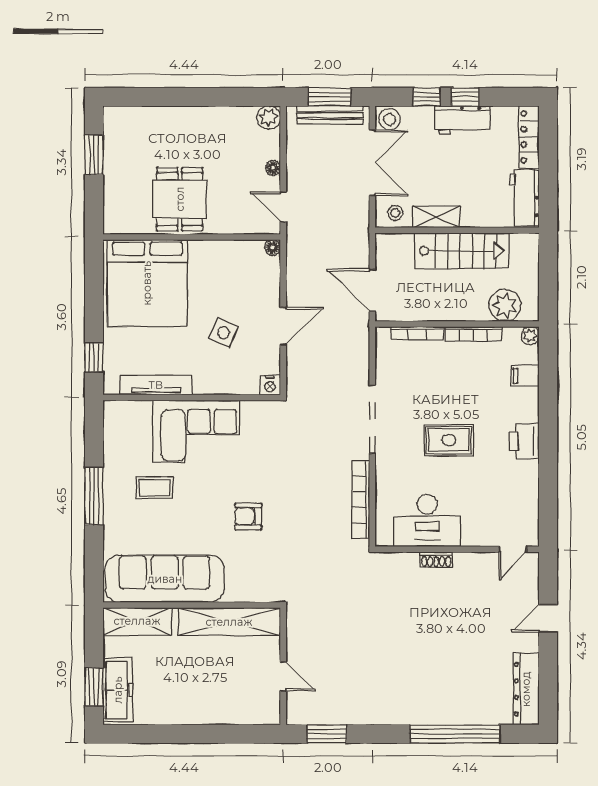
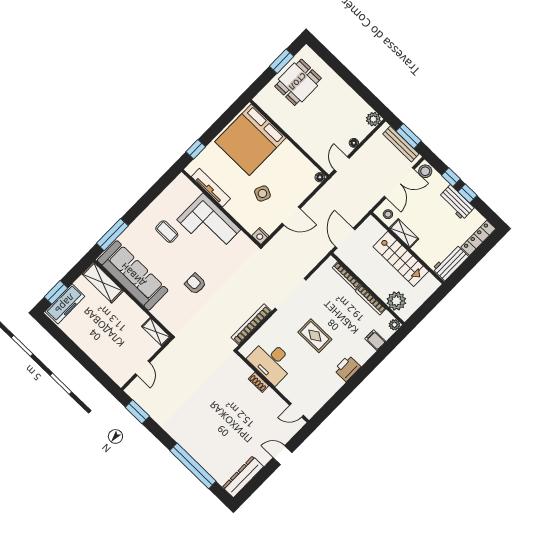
dining table: (180, 199) -> (298, 82), moved
window: (94, 496) -> (112, 235), moved
shelving: (229, 622) -> (156, 332), width x0.45, depth x0.75

